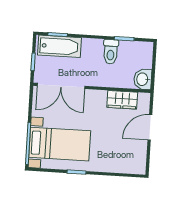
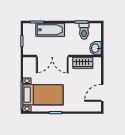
bathtub: (59, 46) -> (50, 30), moved
toilet: (111, 52) -> (84, 31), moved
double door: (61, 86) -> (52, 56), moved
door: (150, 127) -> (102, 93), moved

